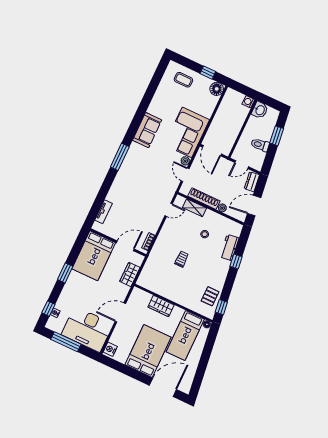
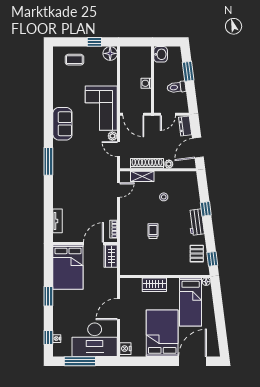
washing machine: (248, 102) -> (146, 83), moved
workbench: (229, 247) -> (196, 222), moved
wardrobe: (130, 274) -> (111, 256), moved

